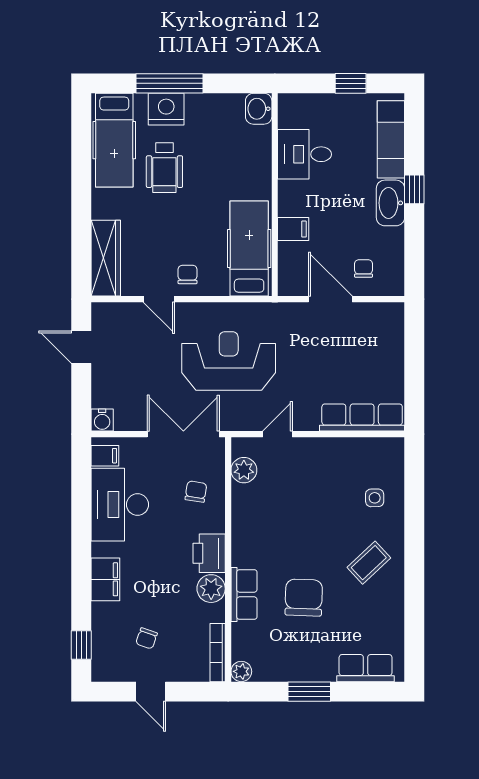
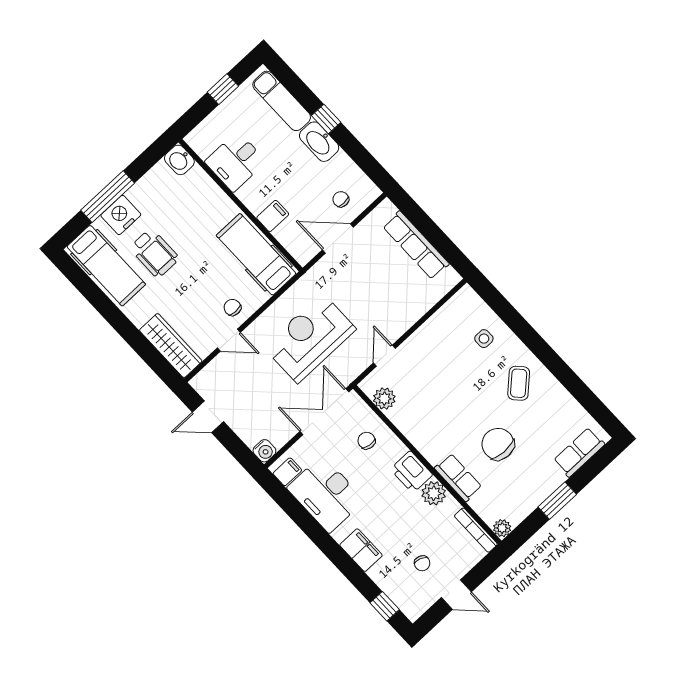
row of seats: (362, 417) -> (416, 245), moved, turned -90

